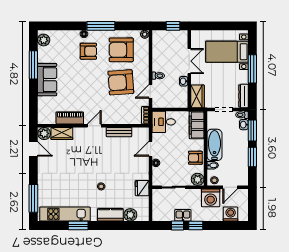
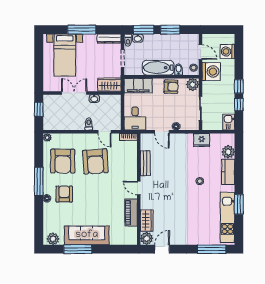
sofa: (47, 80) -> (87, 235), width x1.36
armchair: (195, 158) -> (171, 87), turned -89
kitchen sink: (183, 215) -> (229, 122), moved

